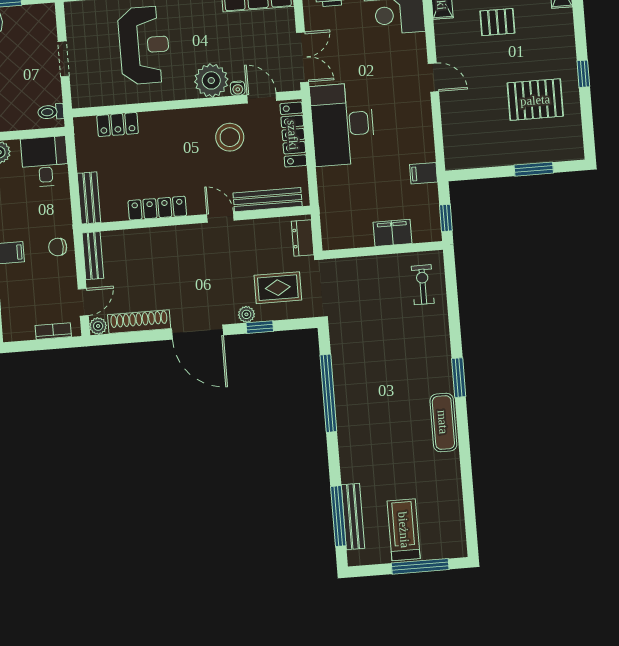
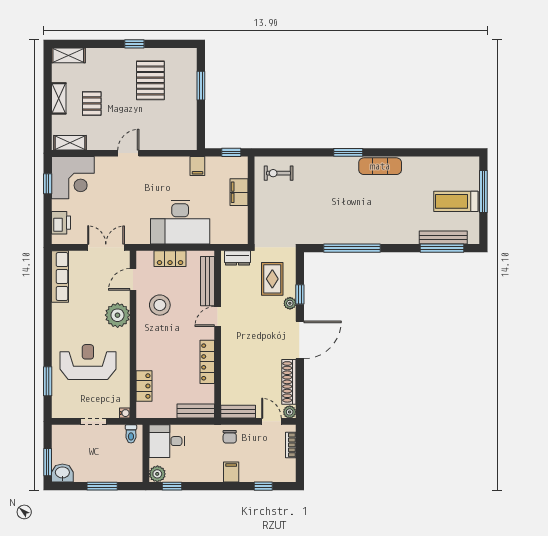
water cooler: (238, 88) -> (125, 413), moved
desk: (343, 124) -> (180, 222), moved
locker: (293, 135) -> (170, 259), width x0.66

